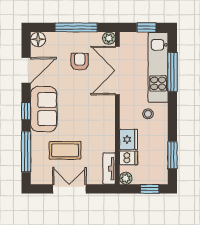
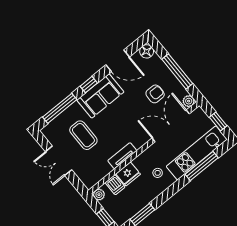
tv unit: (109, 169) -> (122, 156), moved
double door: (69, 189) -> (59, 161), swing flipped

